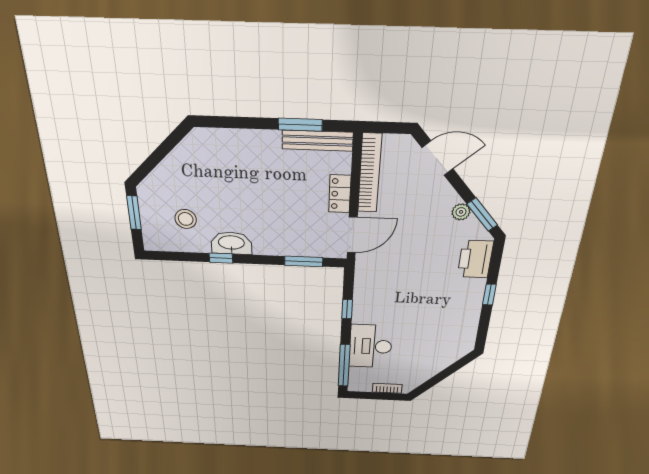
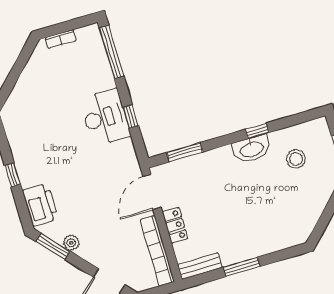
window: (300, 125) -> (242, 267), moved
bench: (317, 141) -> (200, 266), width x0.73
desk: (371, 346) -> (105, 117), moved

